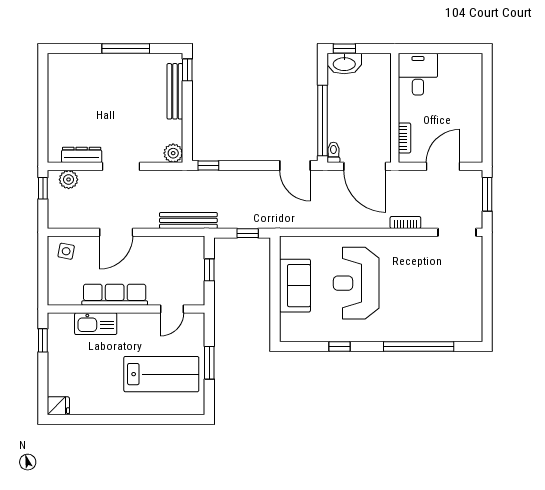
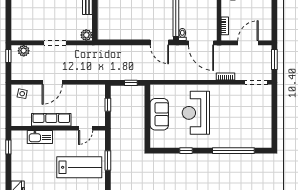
dresser: (82, 155) -> (31, 36), removed
window: (208, 165) -> (107, 42), removed
bench: (188, 220) -> (95, 75), removed

